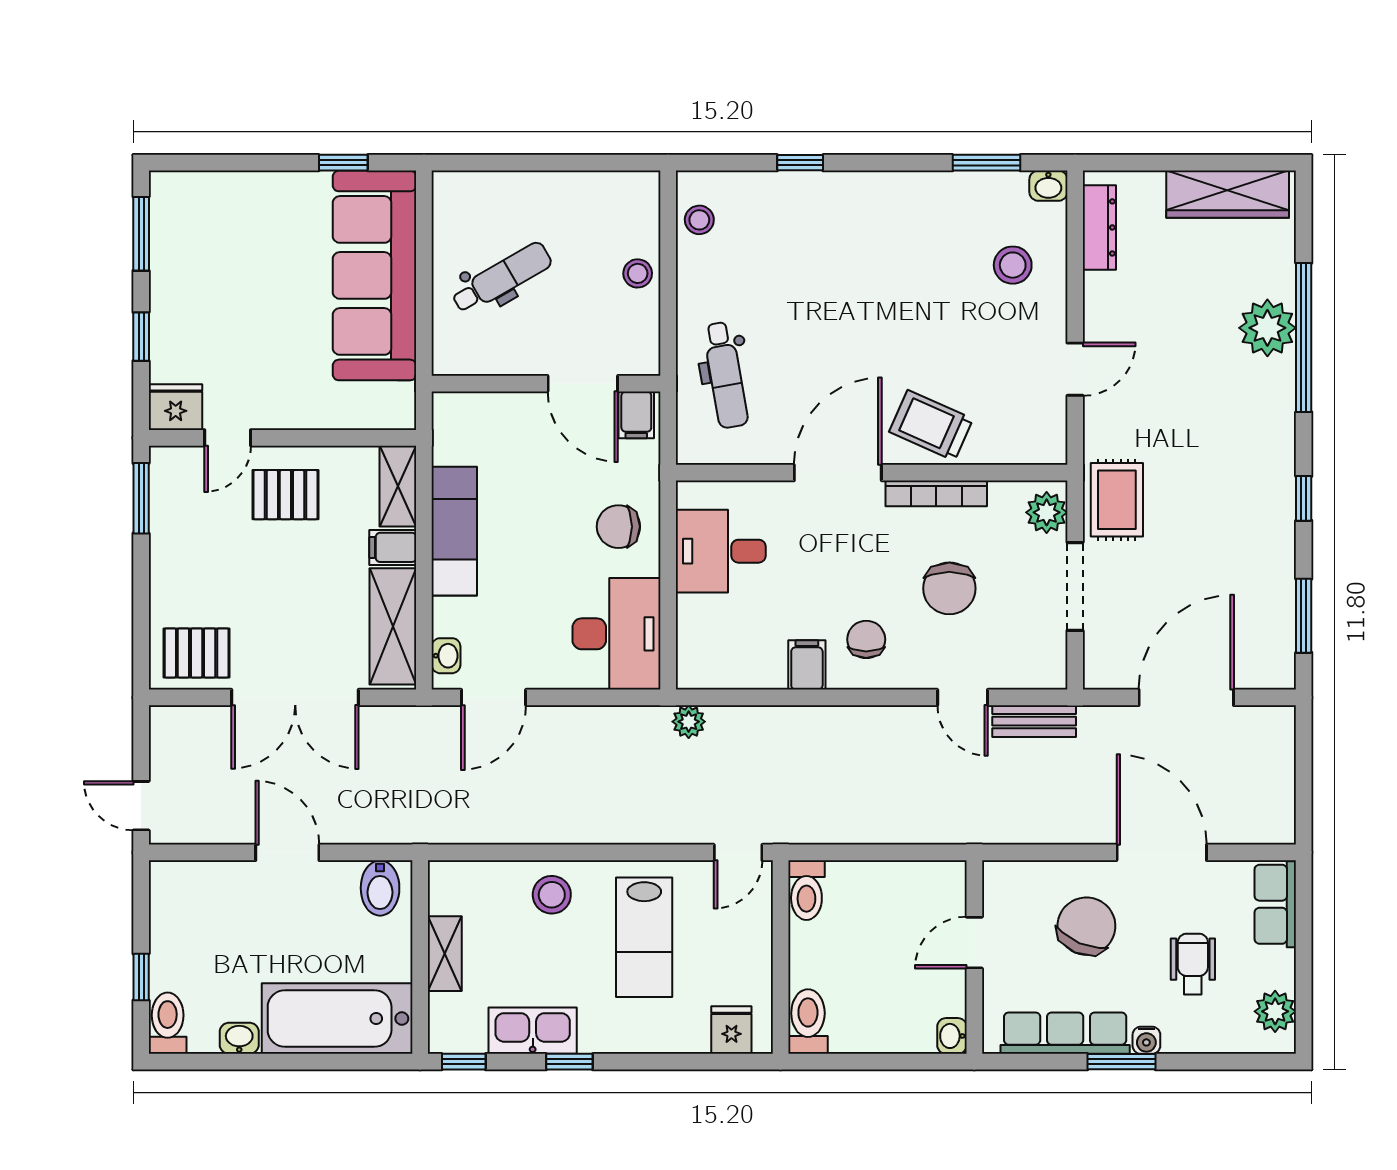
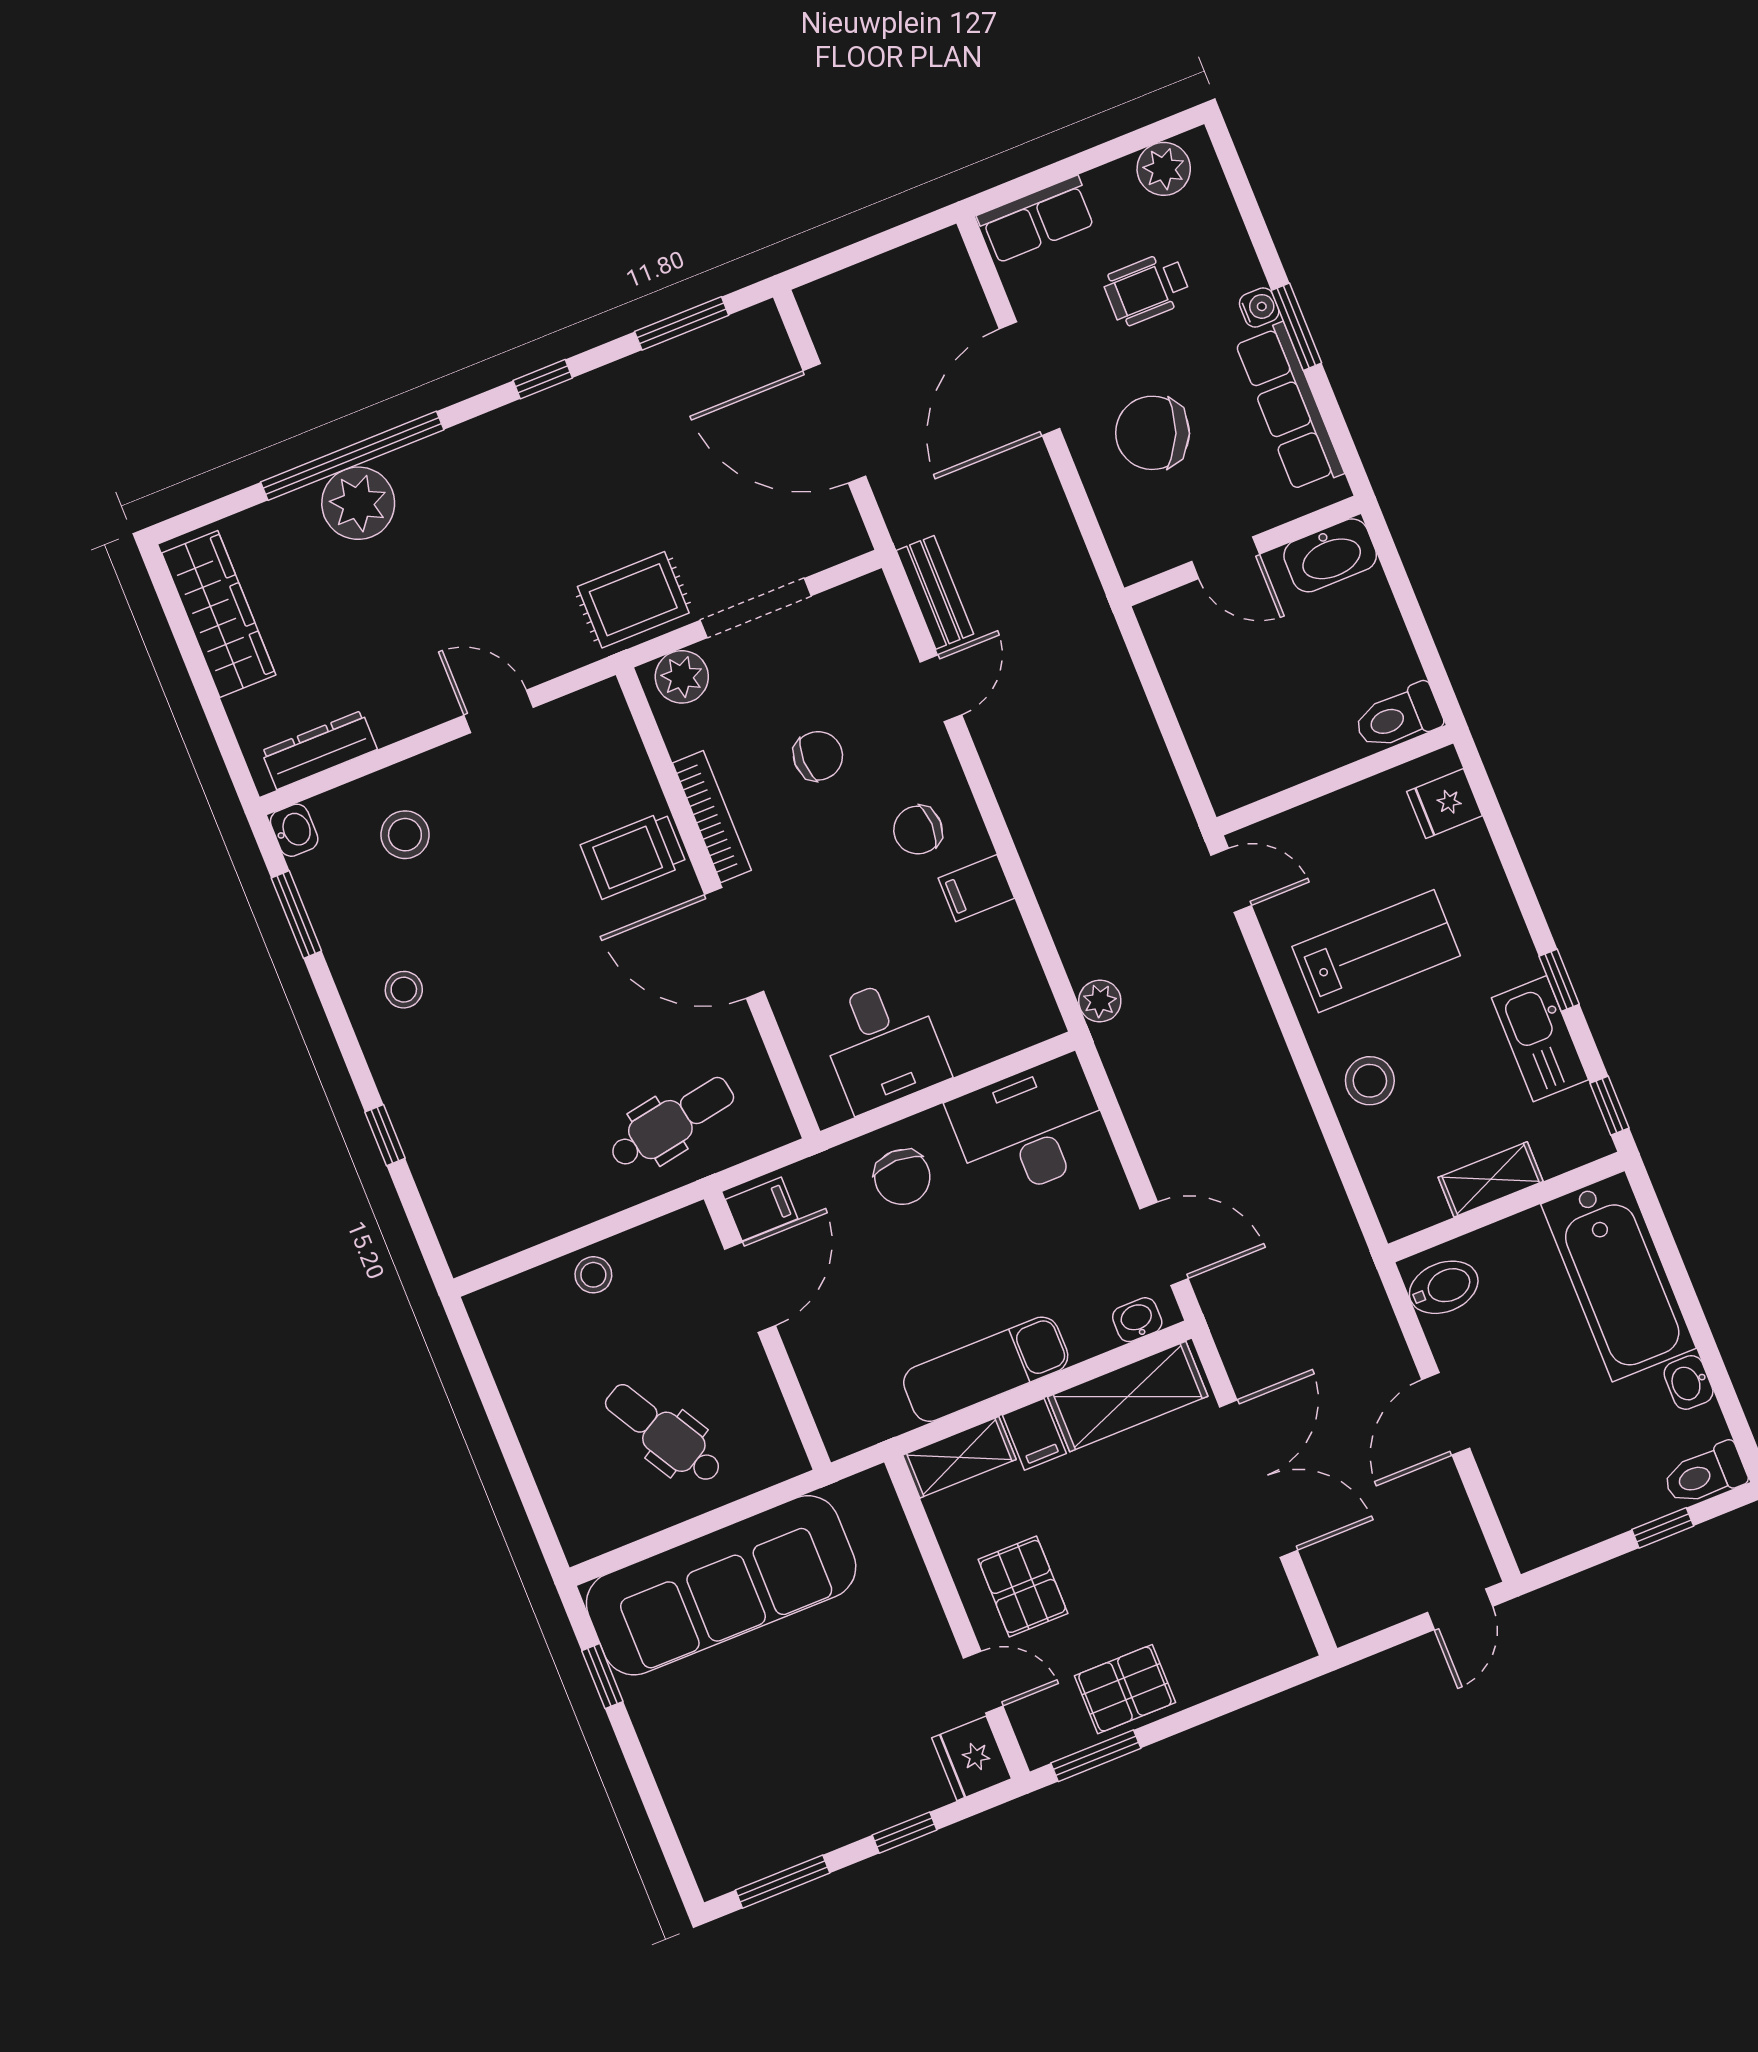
stool: (699, 220) -> (404, 990), moved
trolley: (931, 425) -> (634, 855), turned 66
chair: (949, 588) -> (818, 756), width x0.73, depth x0.73
pallet: (197, 653) -> (1125, 1689), moved, turned 90
toilet: (806, 890) -> (1243, 781), removed
washbasin: (952, 1036) -> (1330, 555), width x1.91, depth x1.45

